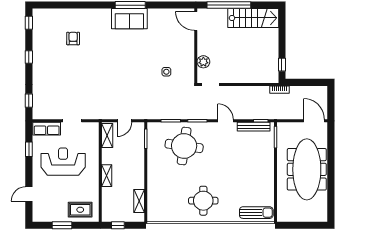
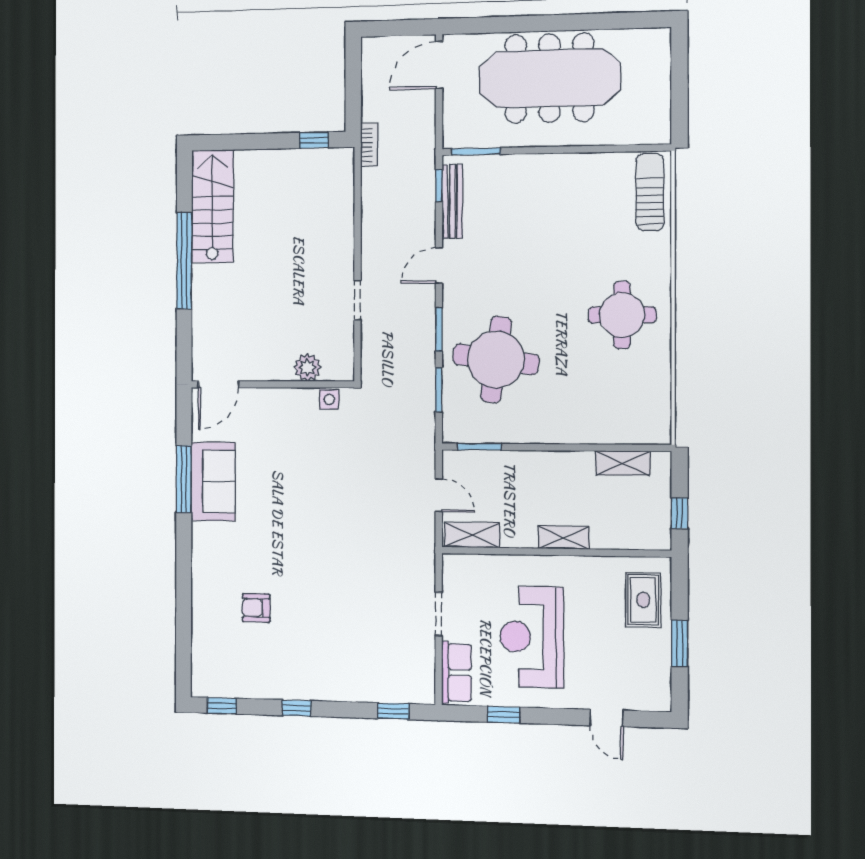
door: (196, 21) -> (218, 384), moved
wall: (196, 46) -> (272, 384), moved
plant: (203, 62) -> (307, 367), moved

